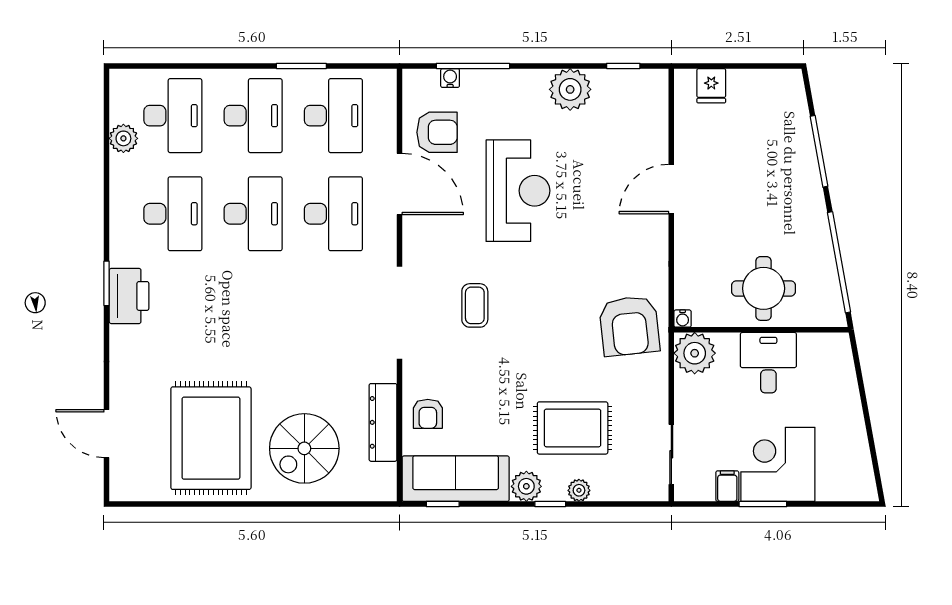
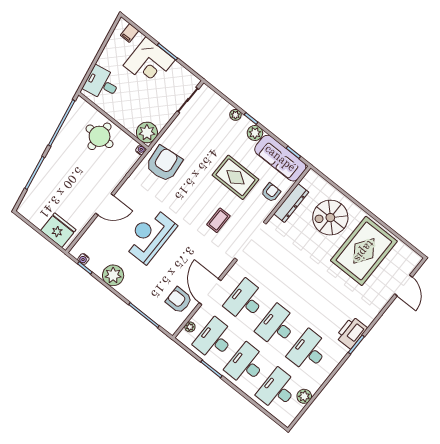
water cooler: (450, 78) -> (83, 259), moved
fridge: (711, 86) -> (58, 230), width x1.88, depth x1.34
plant: (387, 104) -> (190, 327), added
reception desk: (518, 191) -> (150, 236), moved
desk: (768, 363) -> (102, 83), moved, turned 80
rug: (573, 428) -> (235, 177), moved
spiral stairs: (304, 448) -> (330, 218), turned 180
filing cabinet: (727, 486) -> (130, 33), moved

